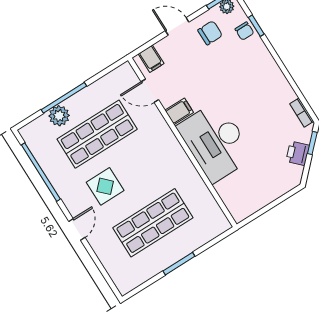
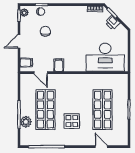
chair: (210, 33) -> (45, 31), moved
door: (150, 91) -> (41, 73), hinge flipped
desk: (215, 142) -> (105, 57), moved
door: (77, 229) -> (101, 147), moved

